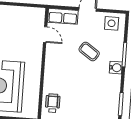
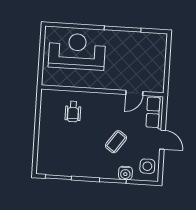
water cooler: (116, 68) -> (125, 173), moved
wheelchair: (53, 103) -> (73, 112), moved, turned 90

